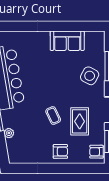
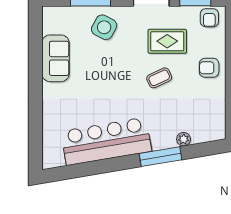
armchair: (60, 151) -> (209, 68), turned -90

